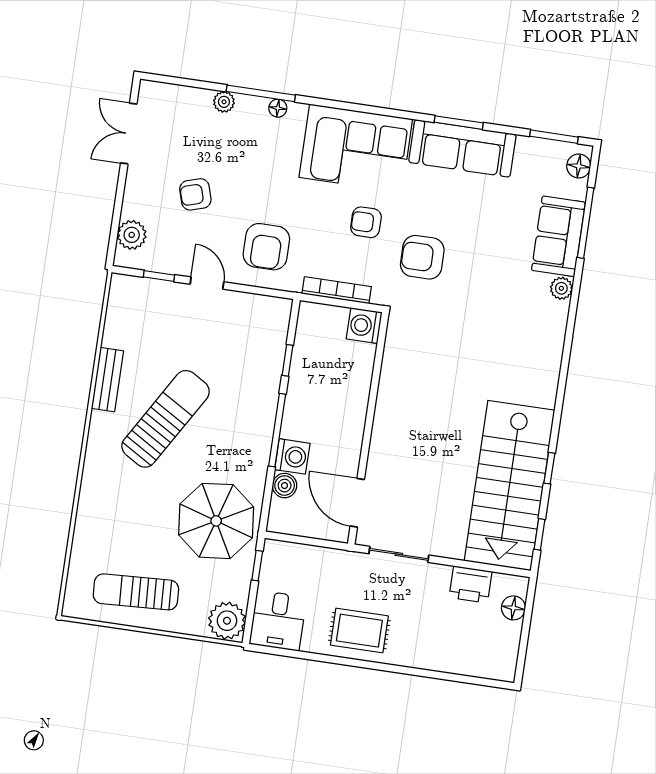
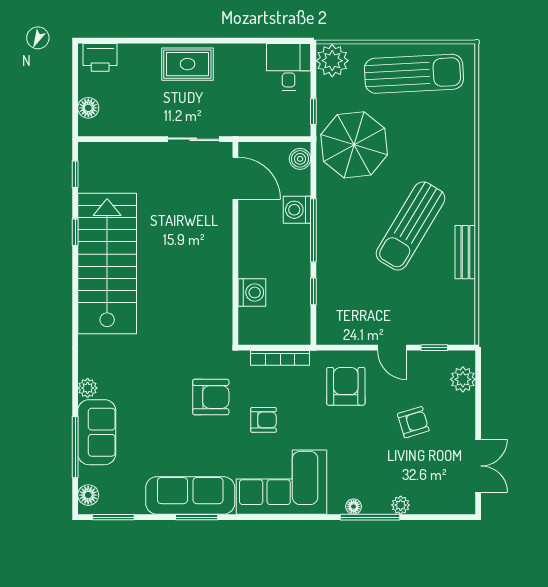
washing machine: (364, 326) -> (252, 292), moved
boiler: (285, 486) -> (300, 159), moved
stairs: (509, 486) -> (107, 263), moved
printer: (470, 584) -> (100, 57), moved, turned 180
sun lounger: (136, 592) -> (414, 74), width x1.36, depth x1.34
rug: (359, 631) -> (187, 64), moved

